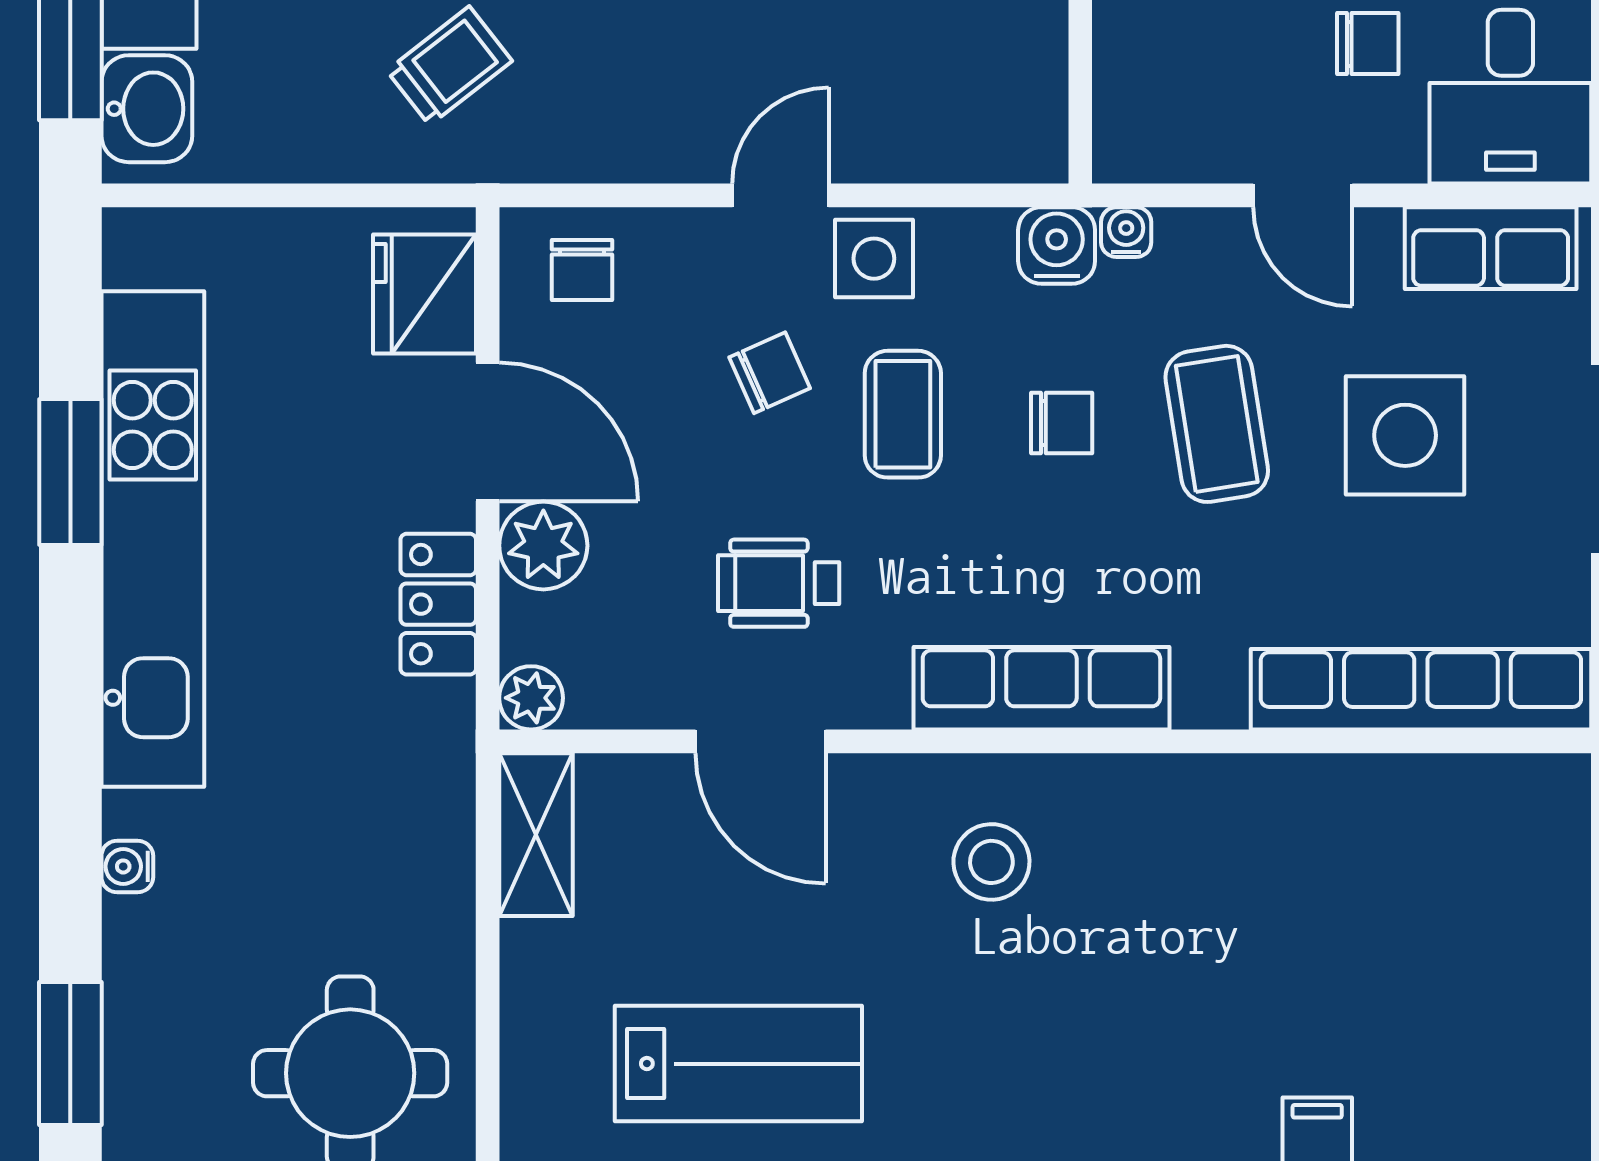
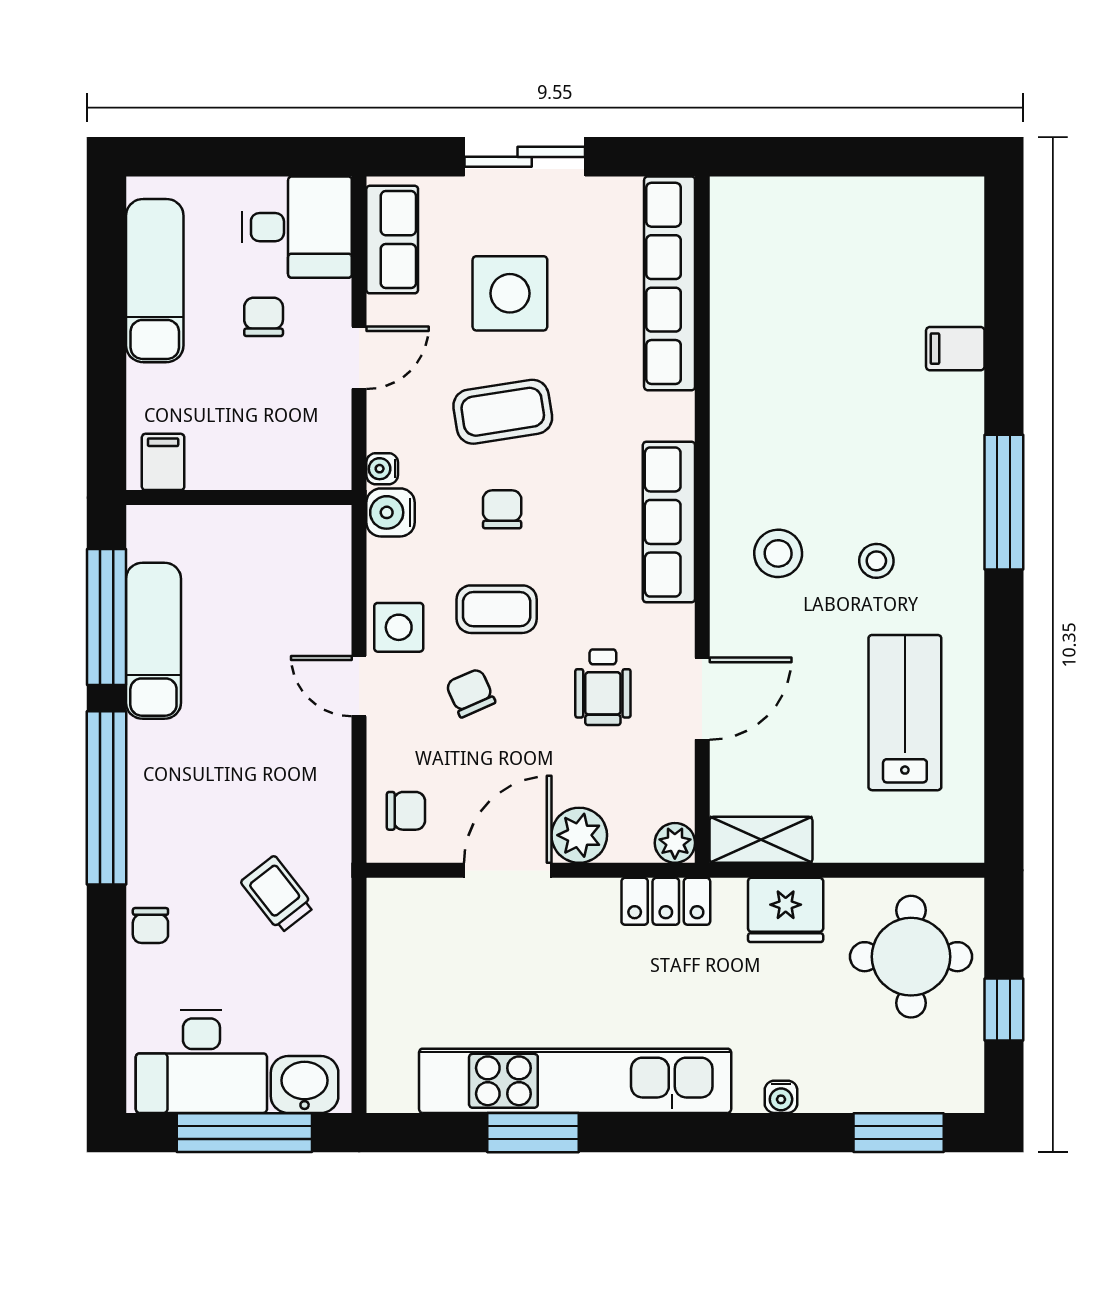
fridge: (425, 294) -> (786, 910), moved
locker: (438, 604) -> (666, 901), moved
stool: (980, 1018) -> (876, 561), added

